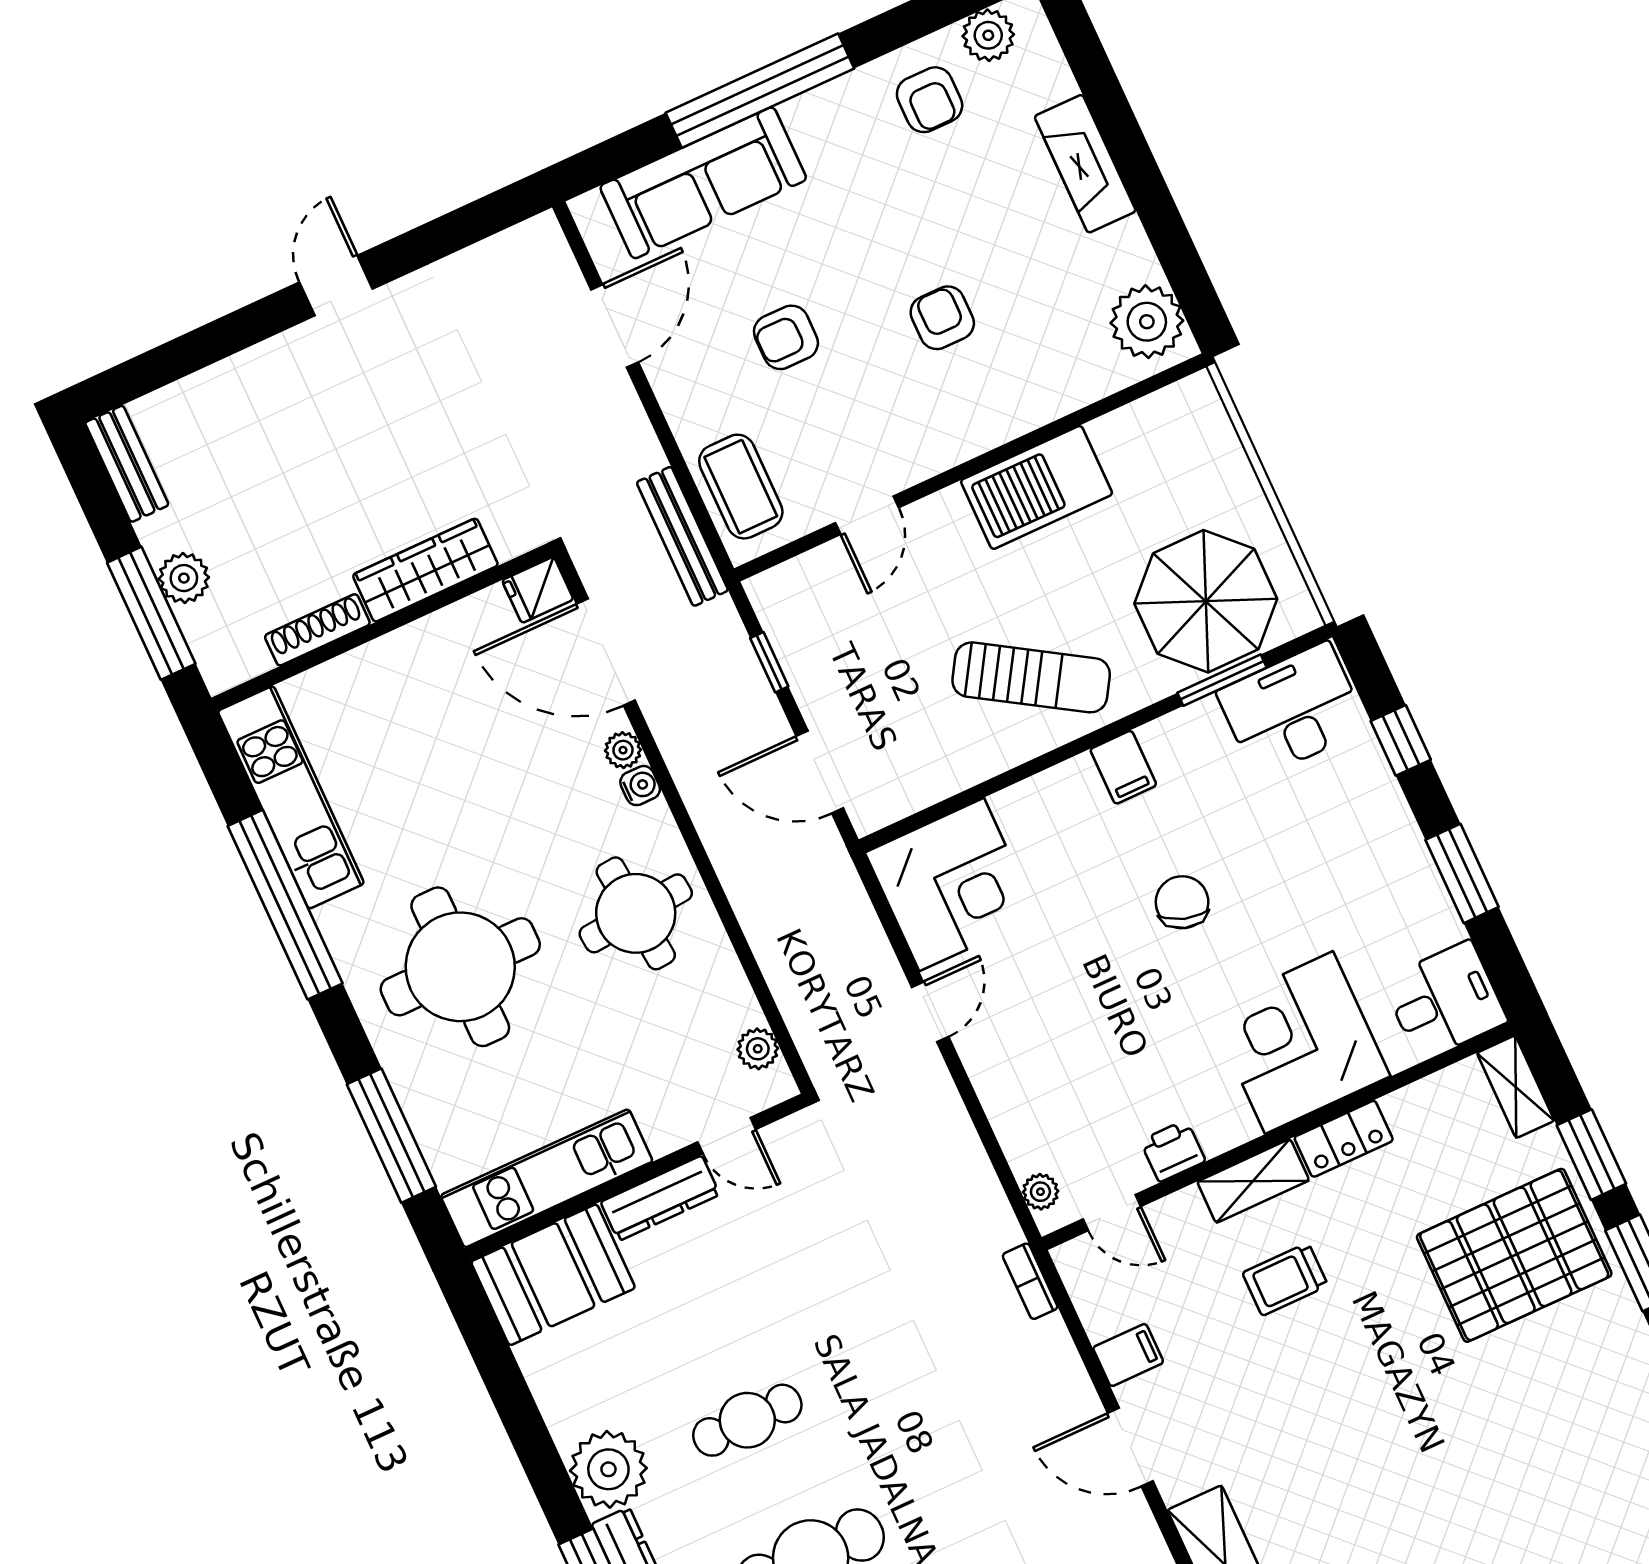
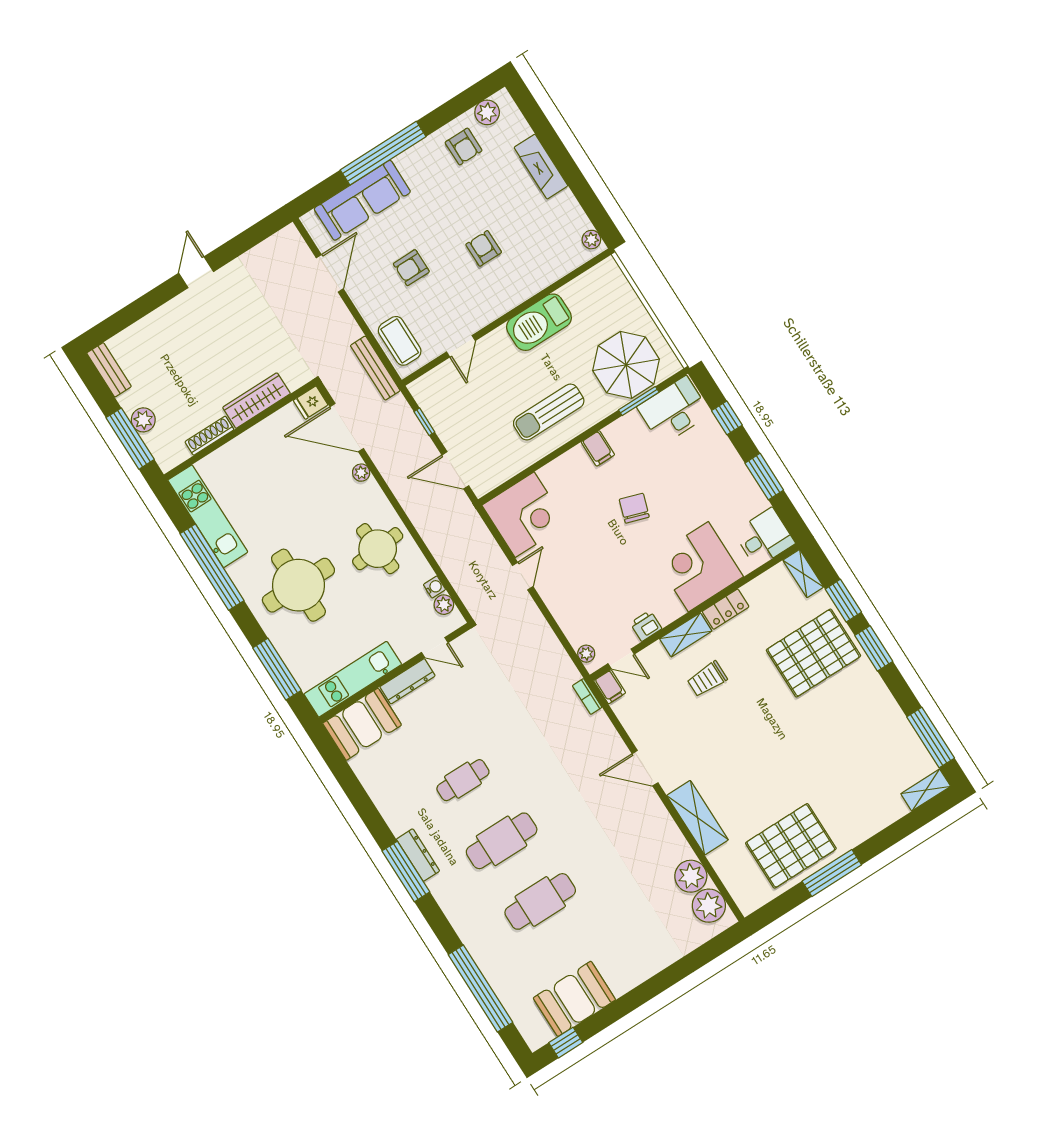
plant: (1147, 322) -> (591, 240), width x0.53, depth x0.53
sun lounger: (1031, 677) -> (549, 412), turned 148
water cooler: (640, 786) -> (434, 587), moved
filing cabinet: (1128, 1355) -> (610, 687), moved, turned 90
plant: (608, 1469) -> (401, 812), removed

